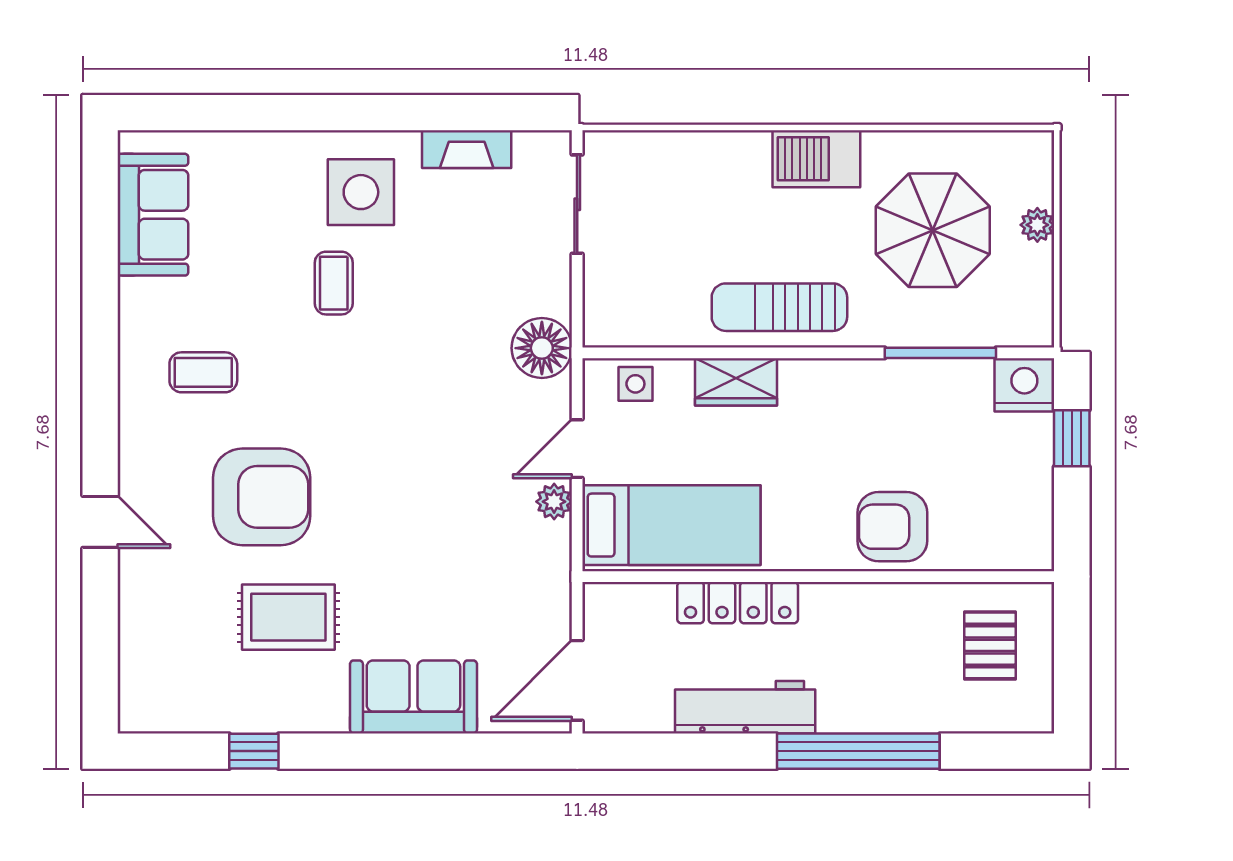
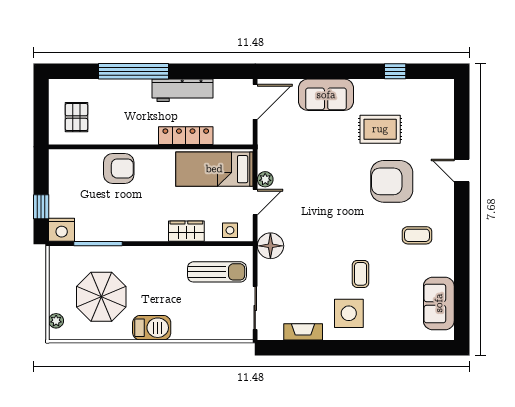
plant: (1037, 225) -> (56, 321), moved
sun lounger: (779, 307) -> (217, 272), moved

